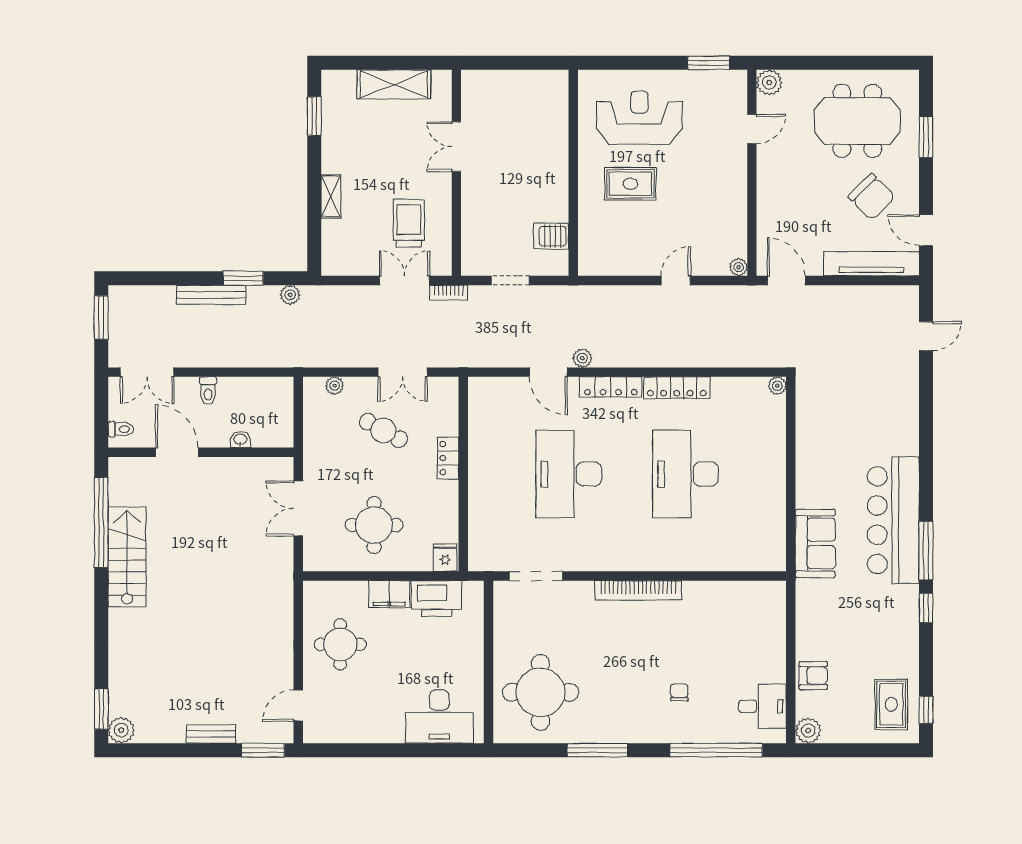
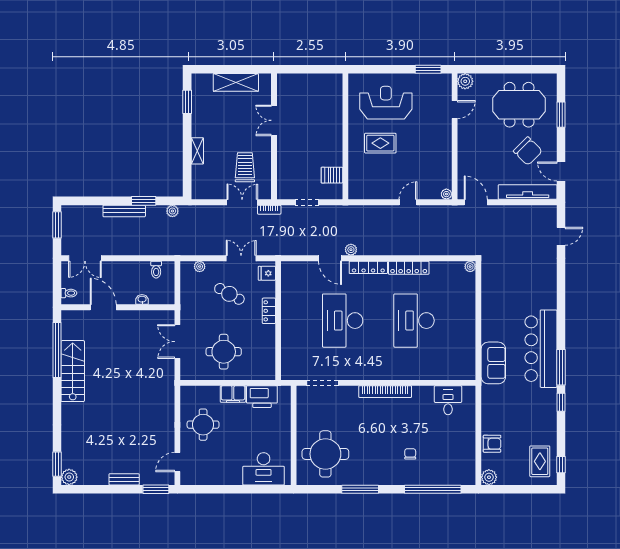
double door: (403, 372) -> (241, 258), swing flipped
toilet: (208, 391) -> (156, 270), moved
fridge: (445, 558) -> (267, 273), moved, turned -90
desk: (762, 706) -> (448, 400), moved, turned -90

